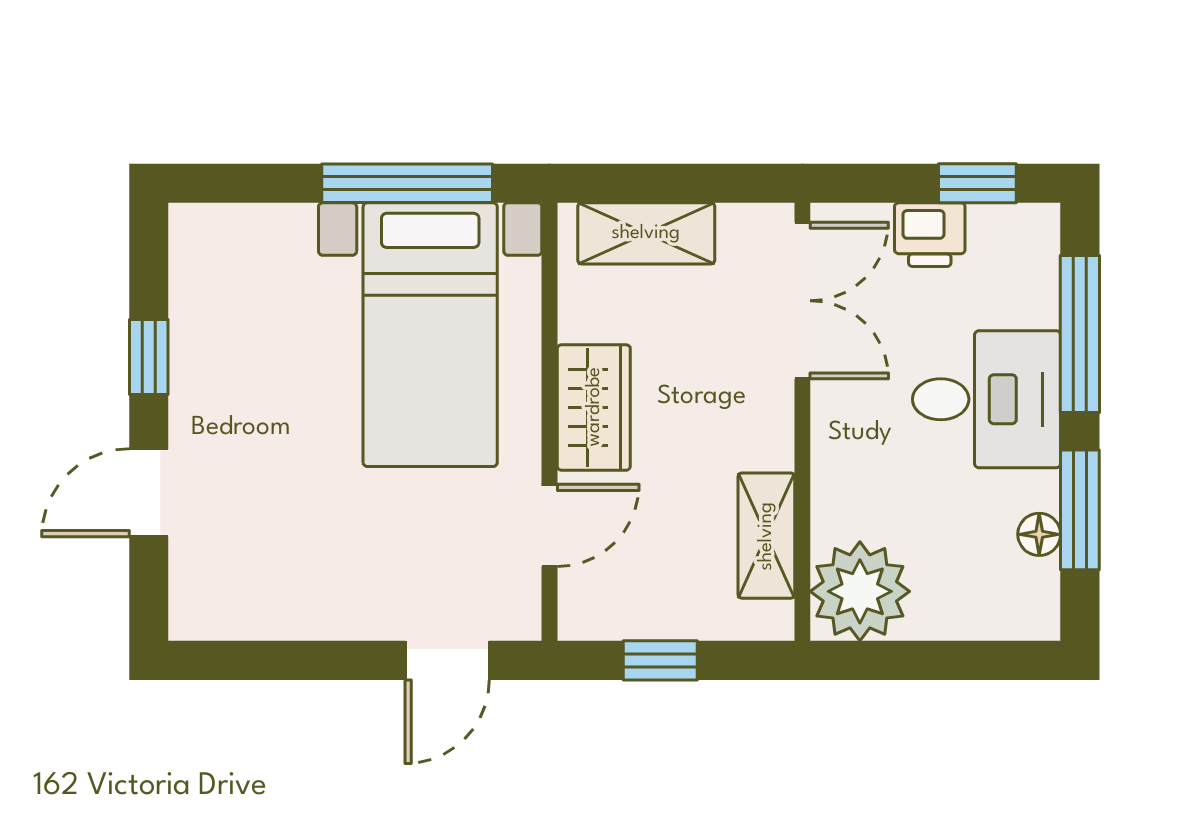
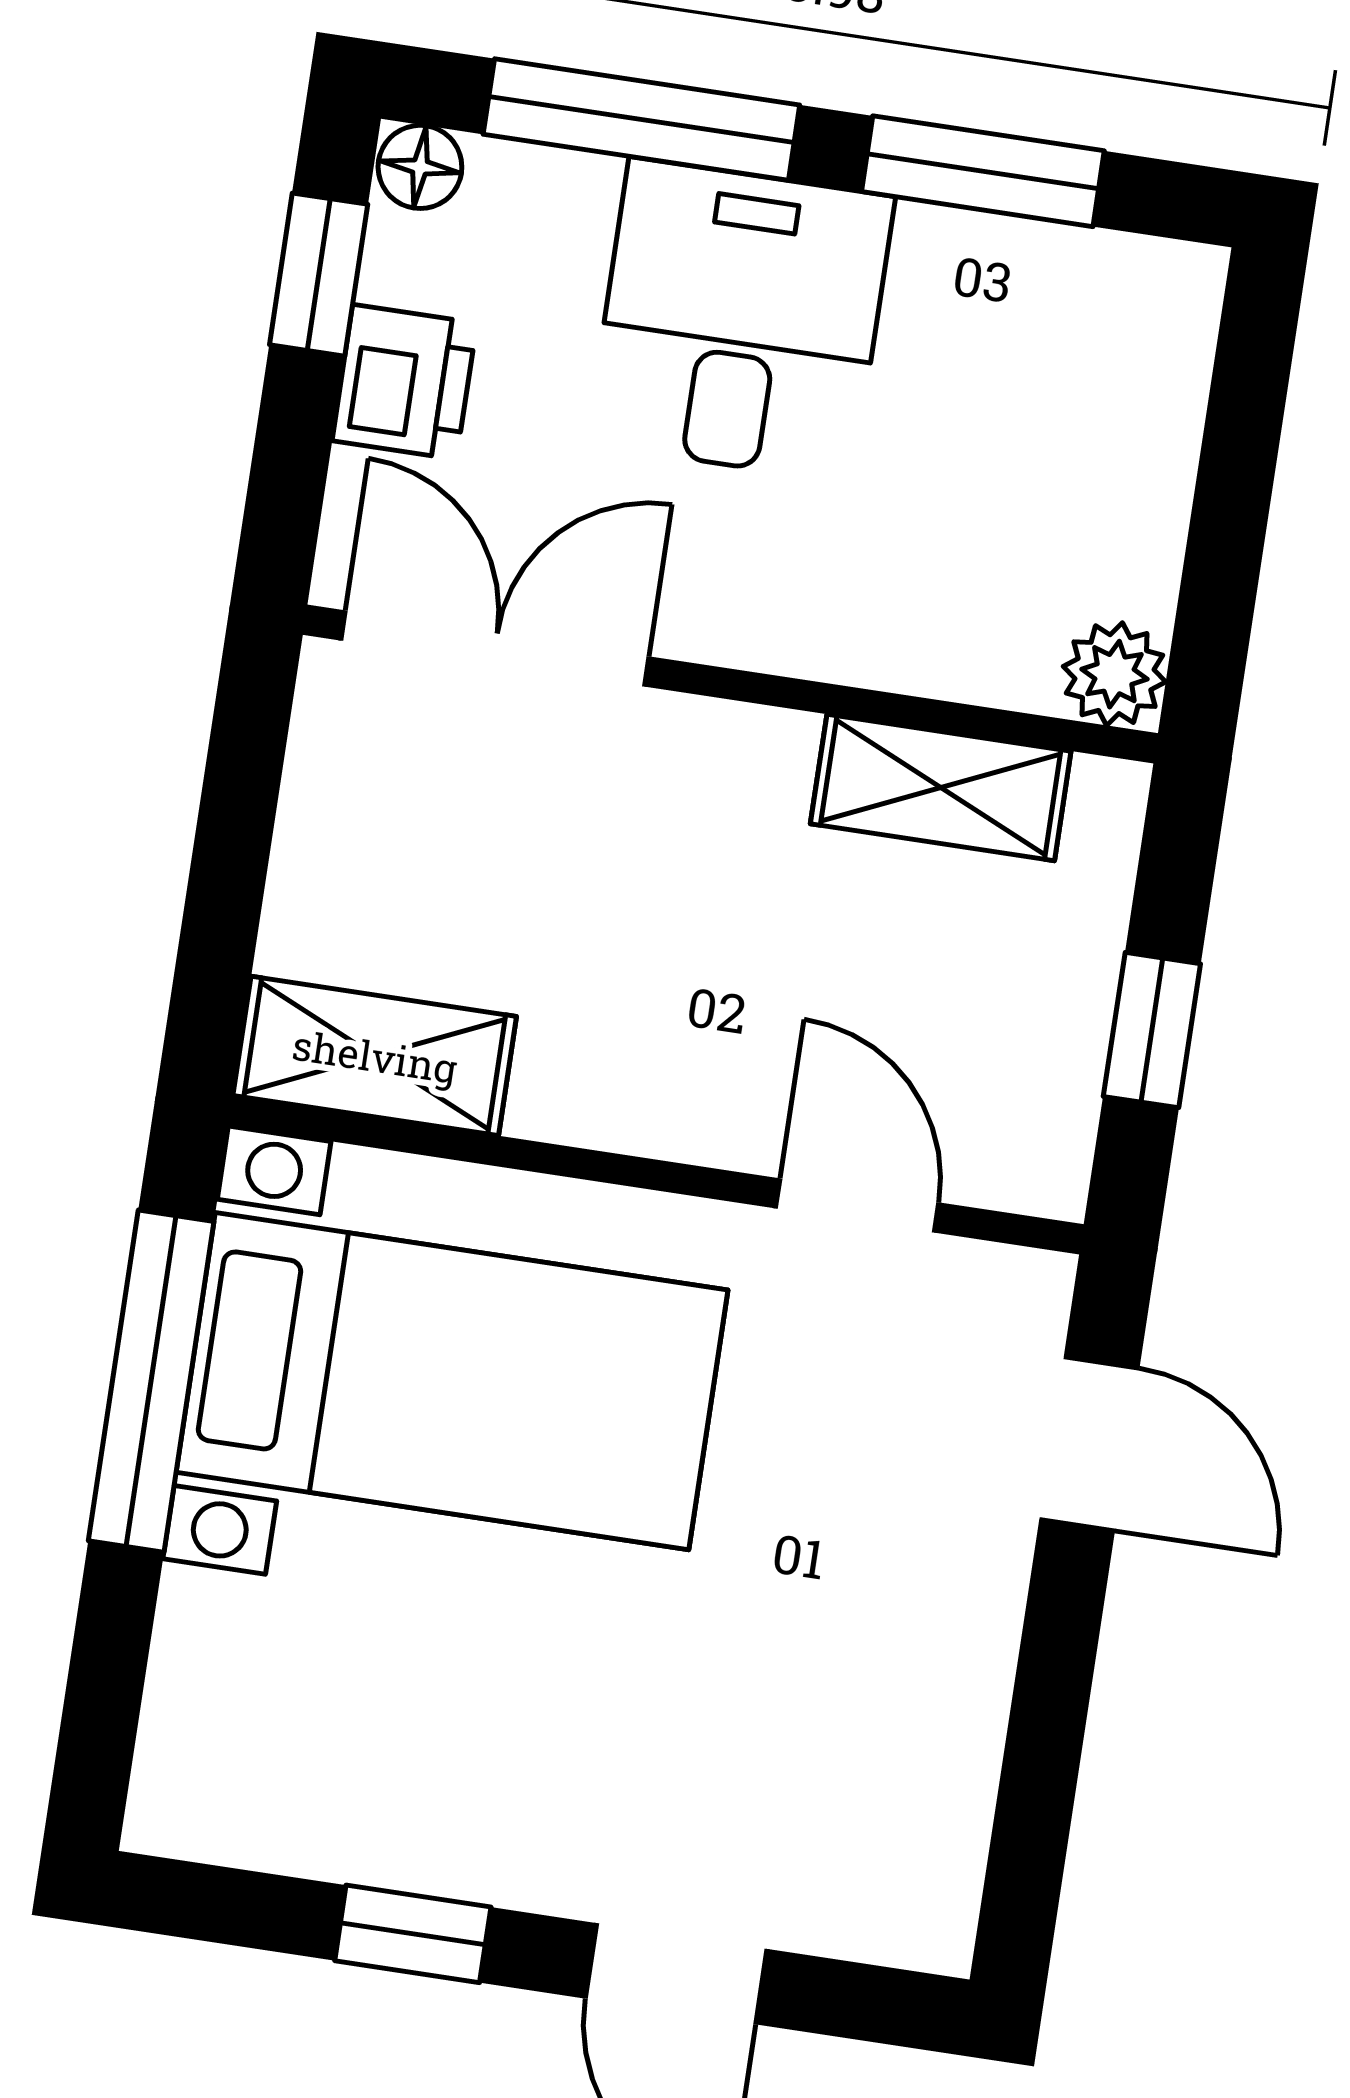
shelving: (646, 233) -> (375, 1056), moved, turned 90
wardrobe: (594, 407) -> (641, 1085), removed
floor lamp: (1039, 534) -> (420, 167), moved
plant: (860, 591) -> (1114, 674), width x0.53, depth x0.53

